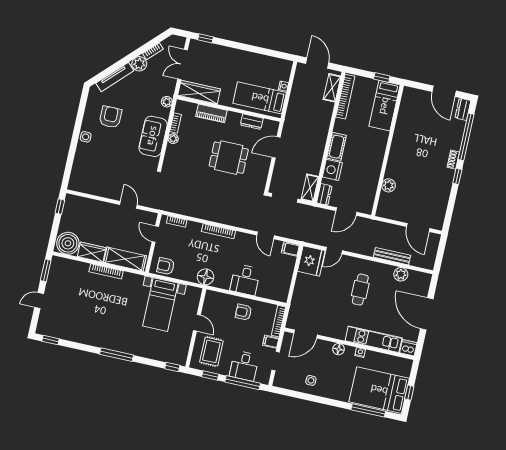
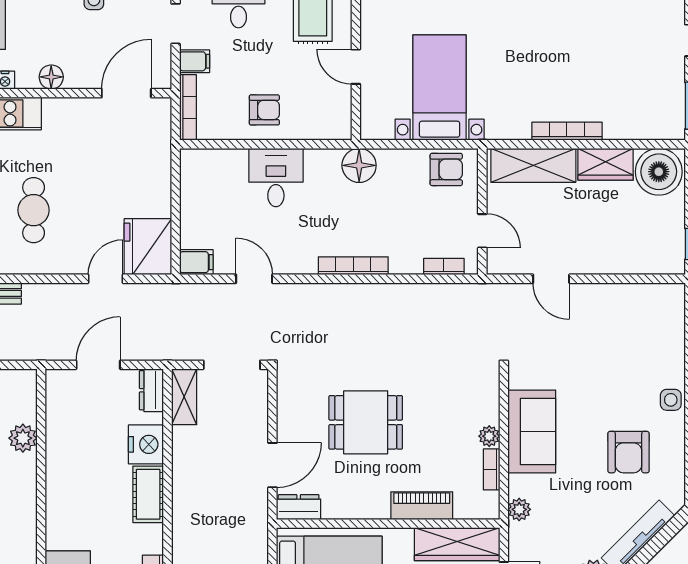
dresser: (252, 122) -> (299, 507), moved

